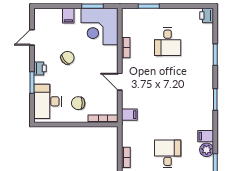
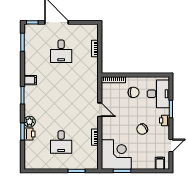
printer: (207, 15) -> (30, 134), moved
filing cabinet: (68, 16) -> (160, 163), moved
desk: (168, 42) -> (61, 142), turned 180
filing cabinet: (129, 115) -> (92, 83), removed
filing cabinet: (206, 136) -> (30, 80), moved
plant: (207, 150) -> (30, 122), moved

